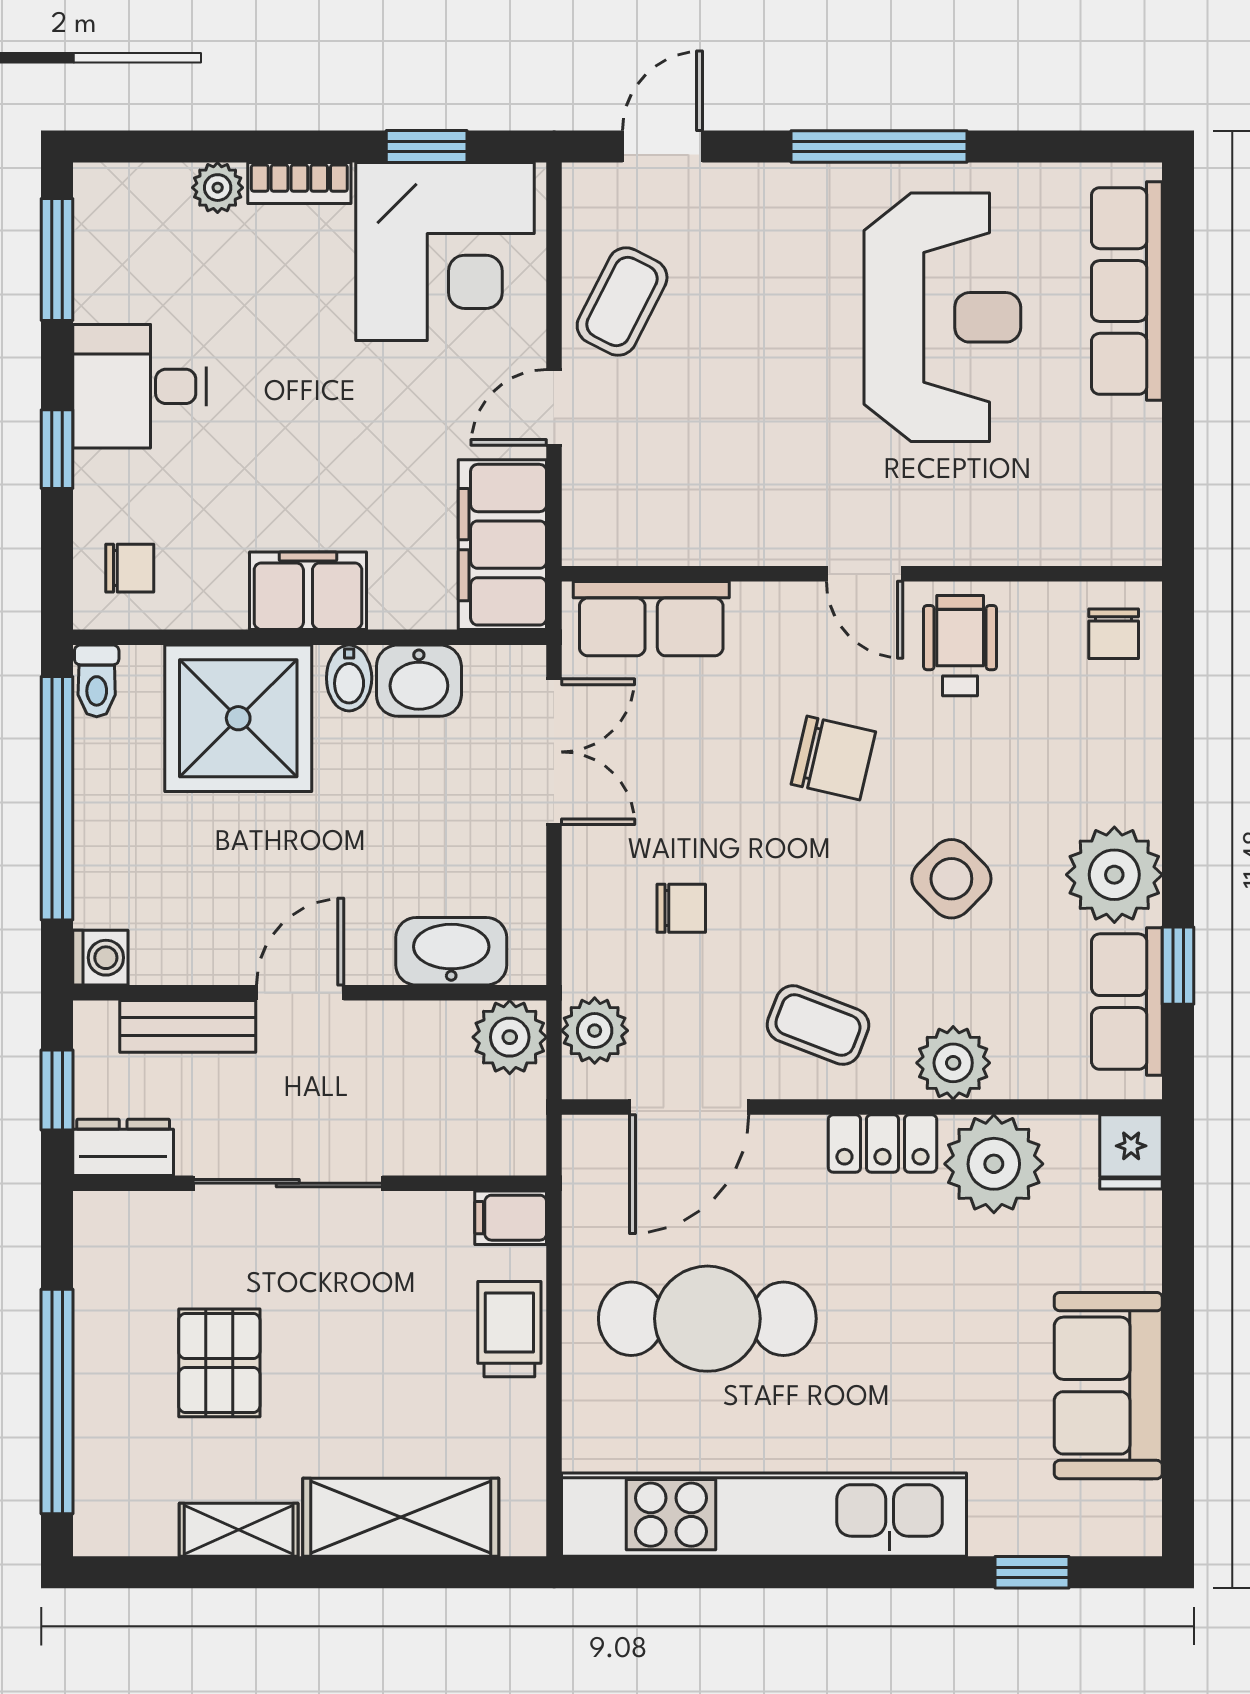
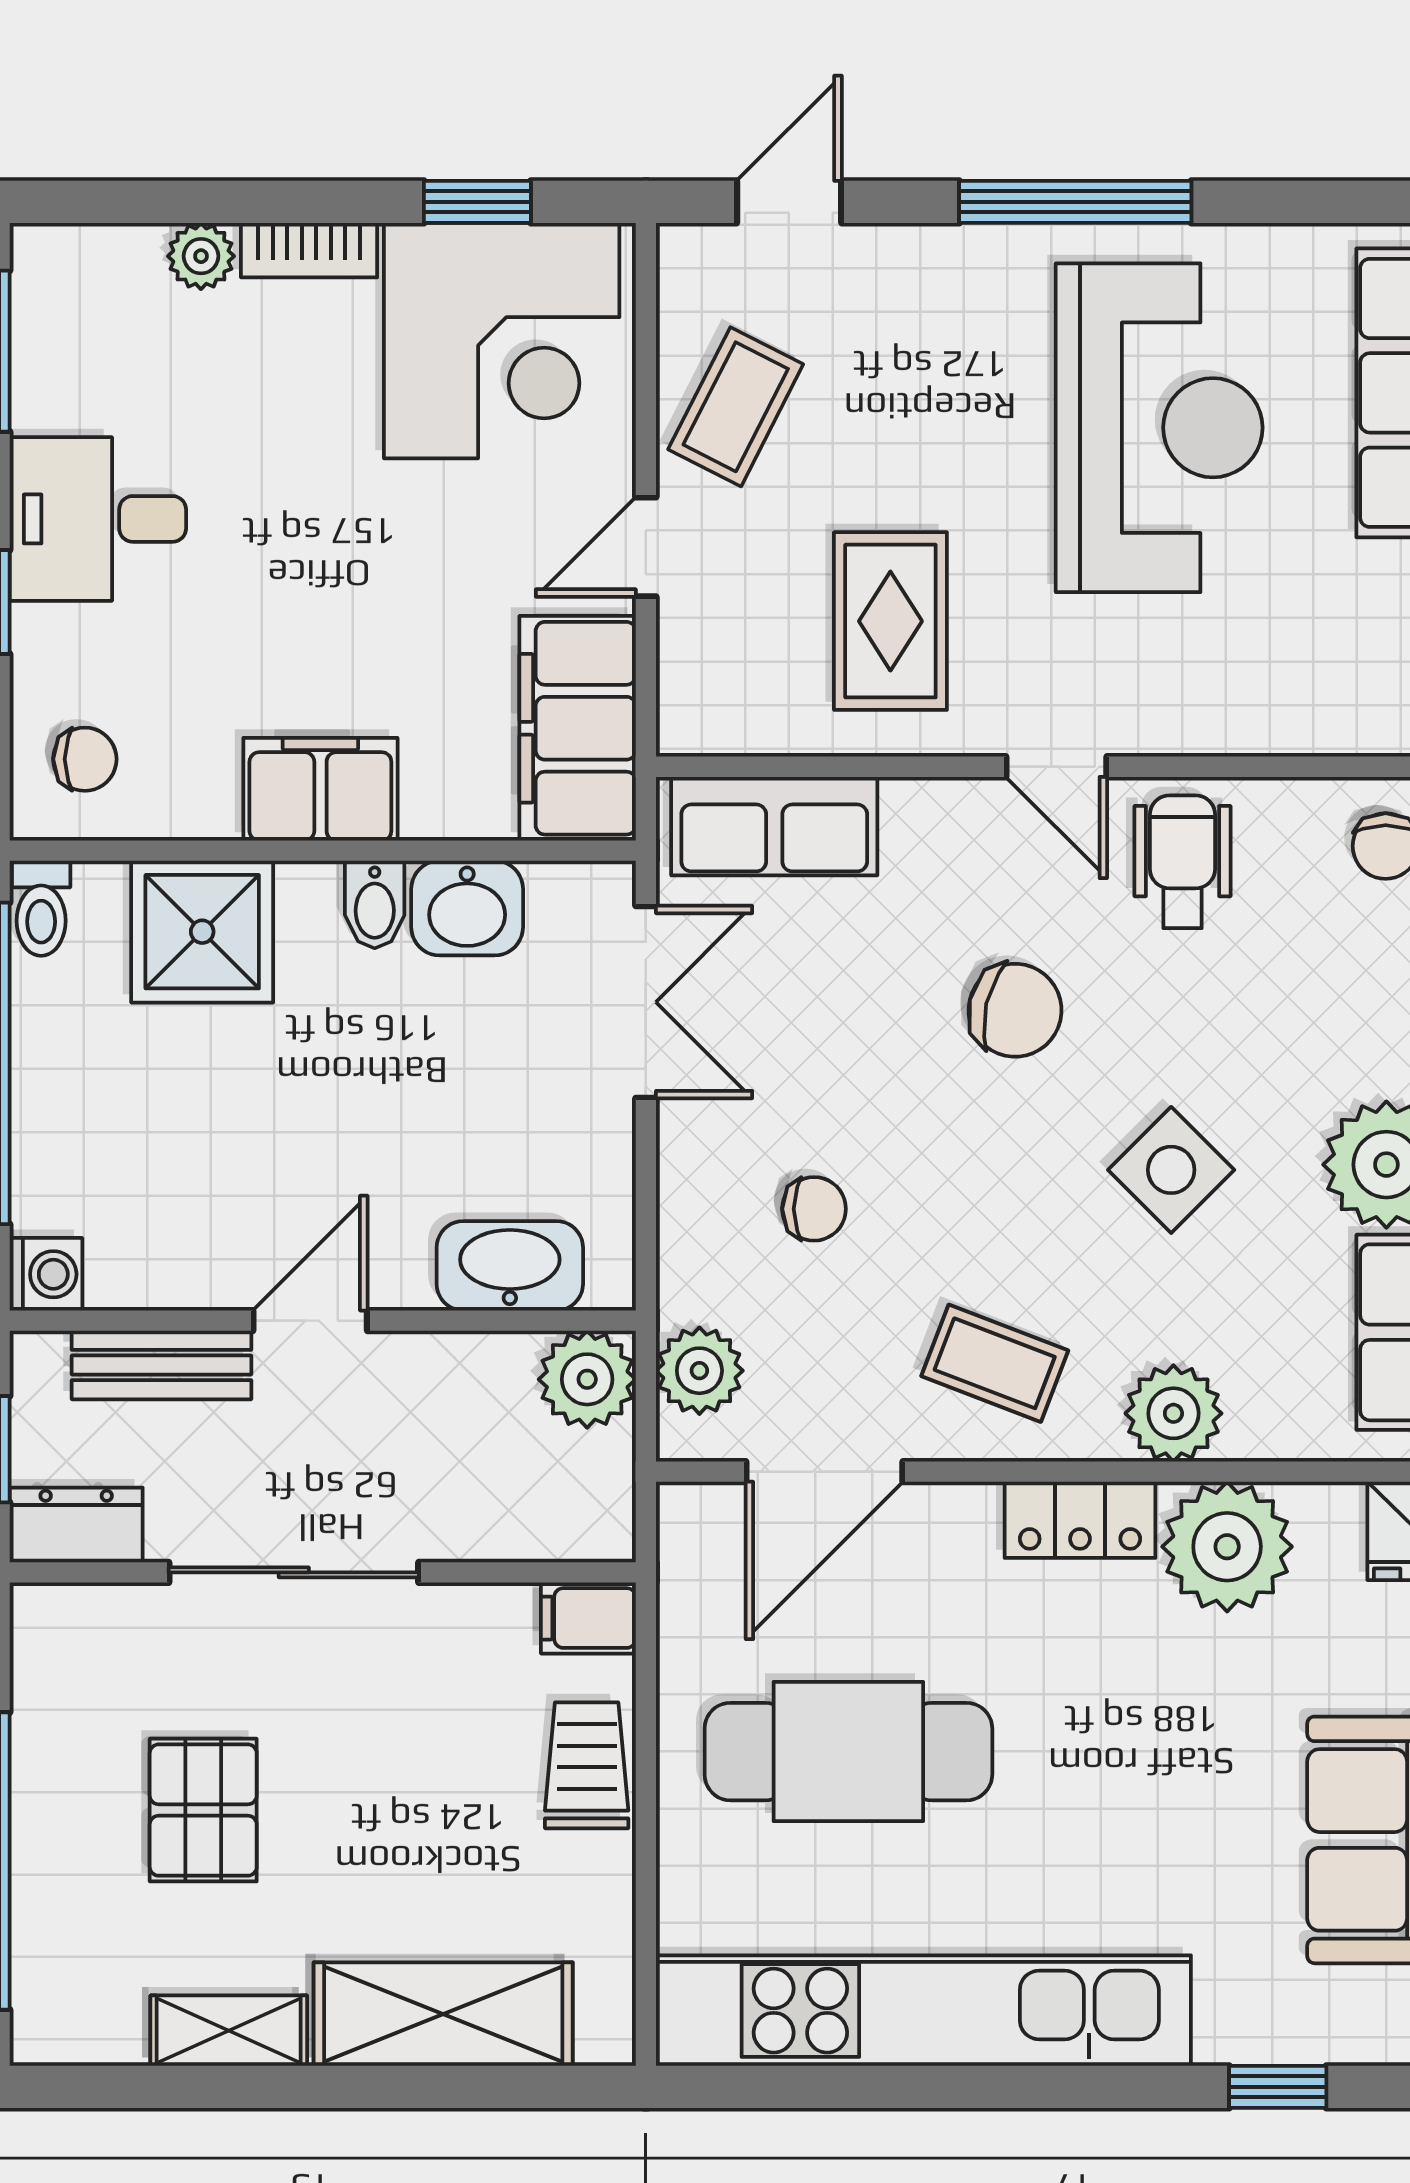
rug: (739, 464) -> (890, 621), added
shower: (238, 718) -> (202, 932), width x0.73, depth x0.73

